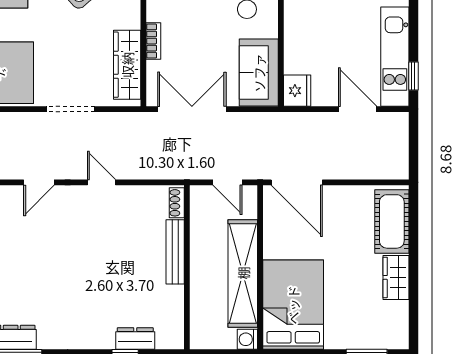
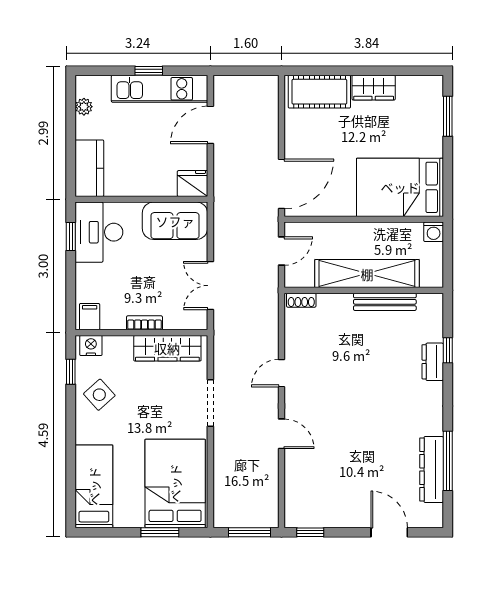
window: (413, 76) -> (149, 71), moved
double door: (192, 109) -> (210, 286), width x0.73
bench: (175, 252) -> (385, 302), moved
shelving: (243, 273) -> (367, 274), moved
dresser: (135, 338) -> (433, 362), moved

